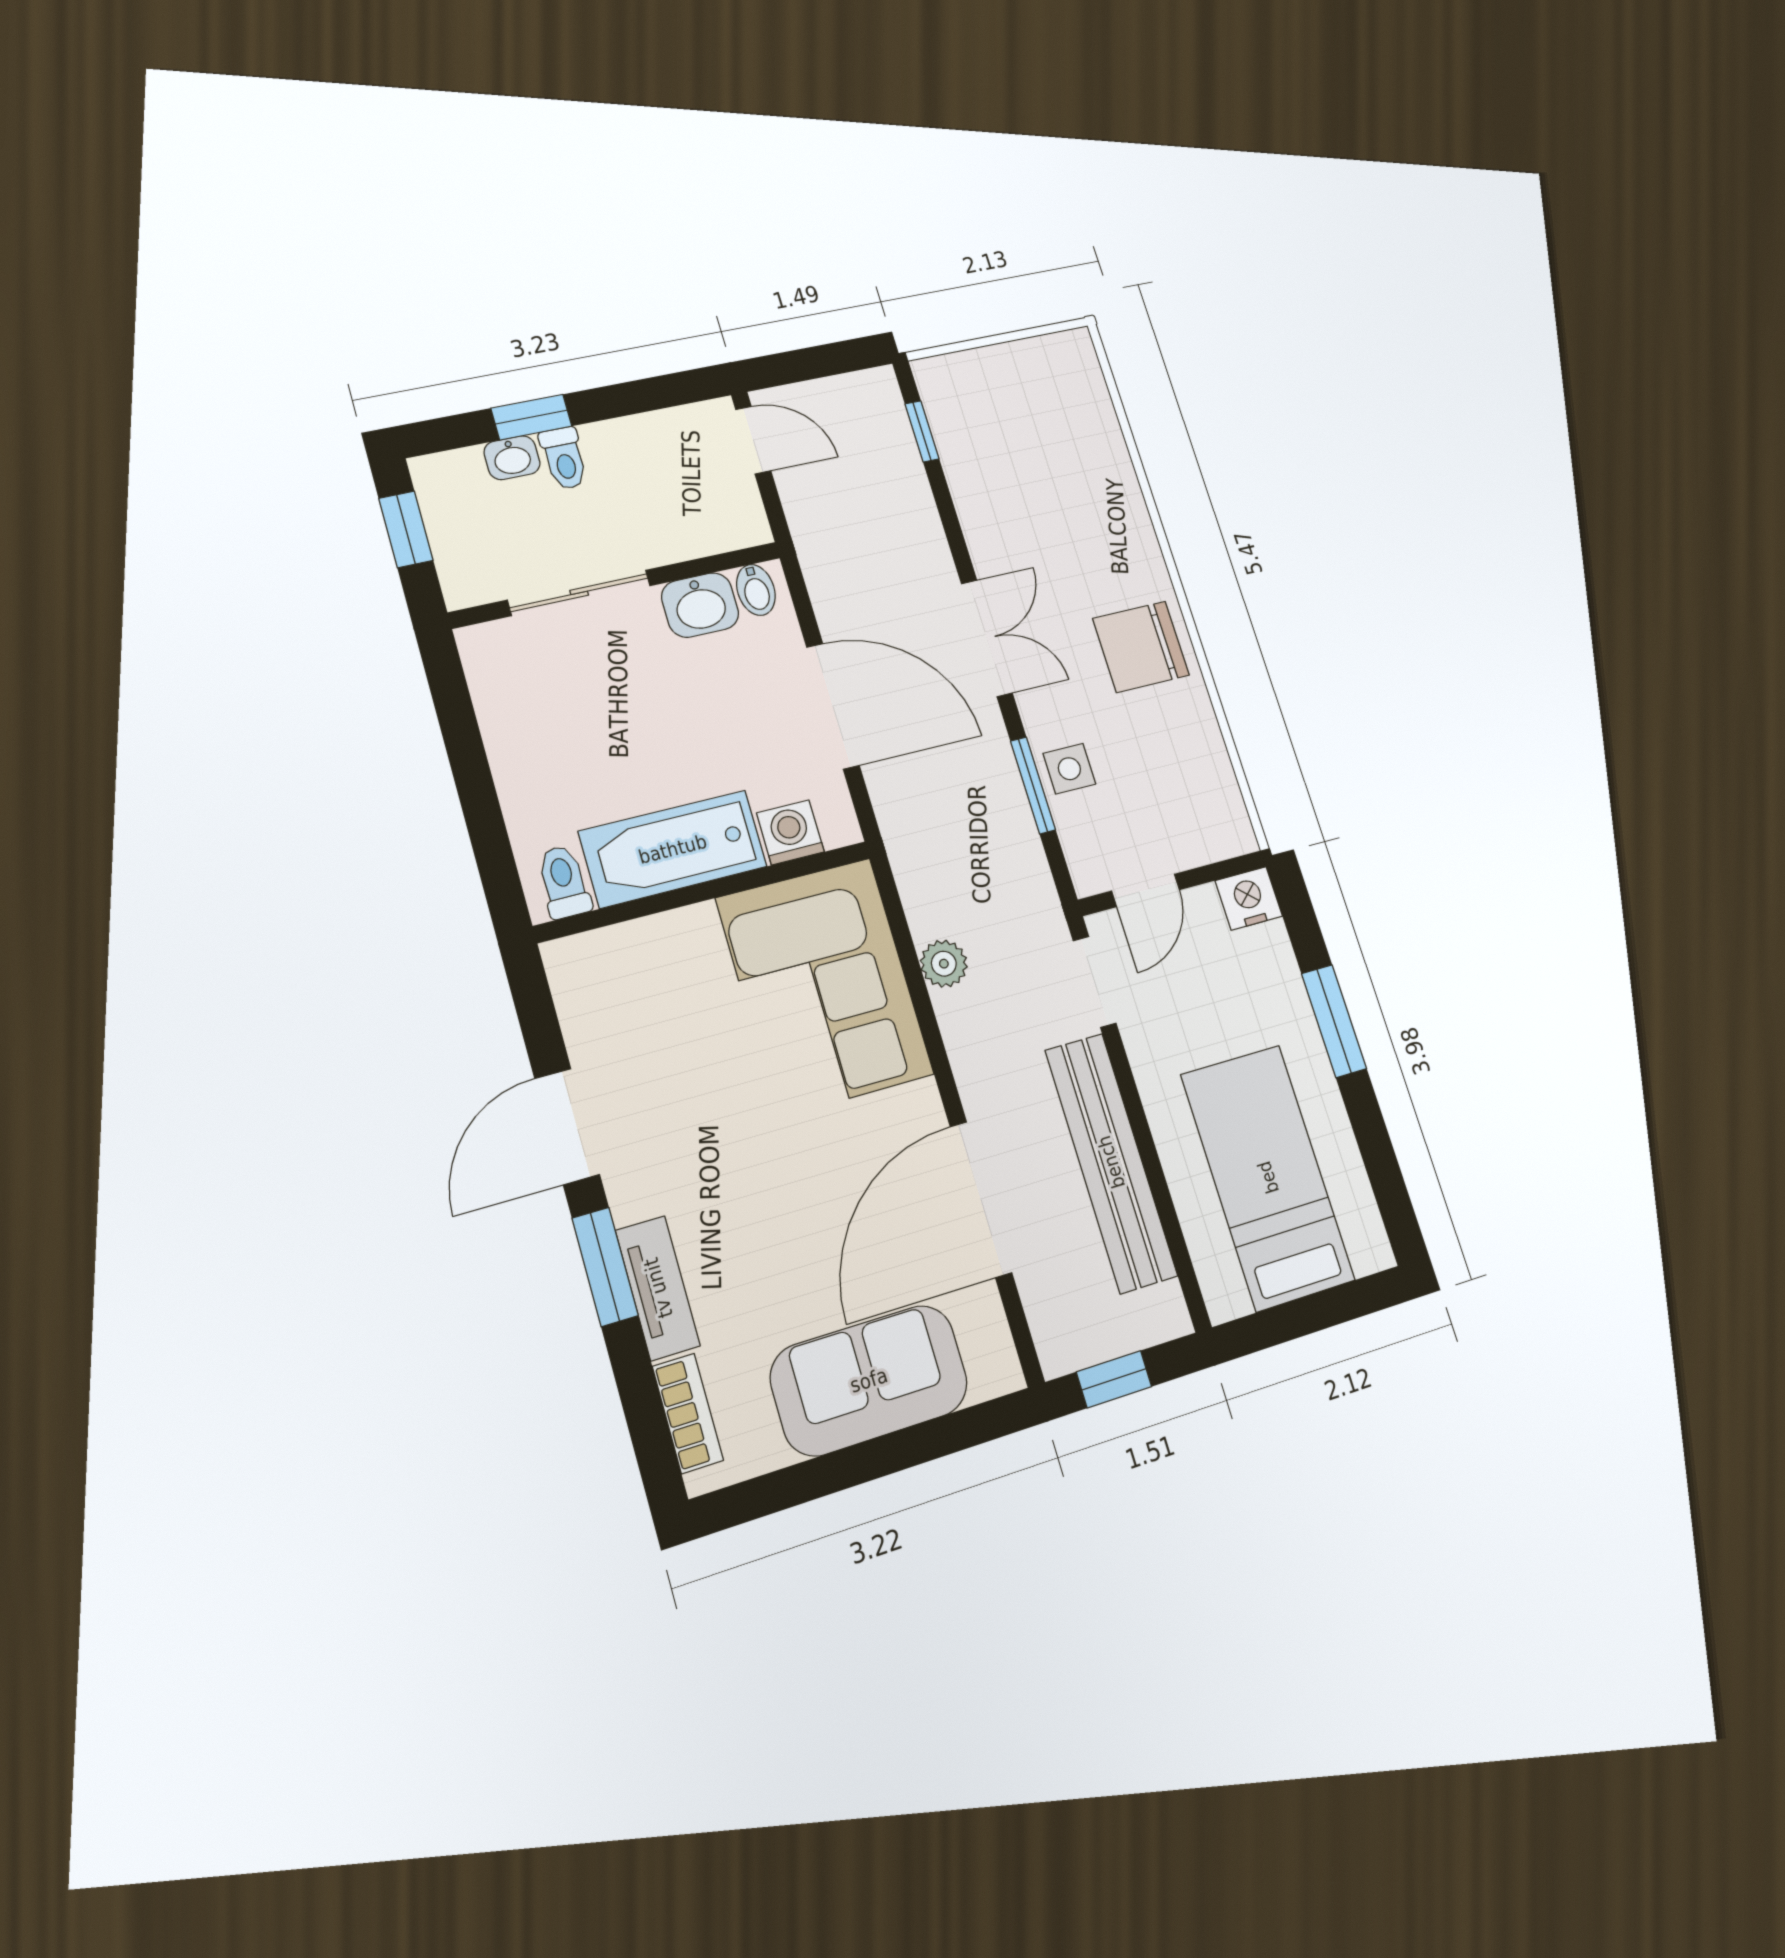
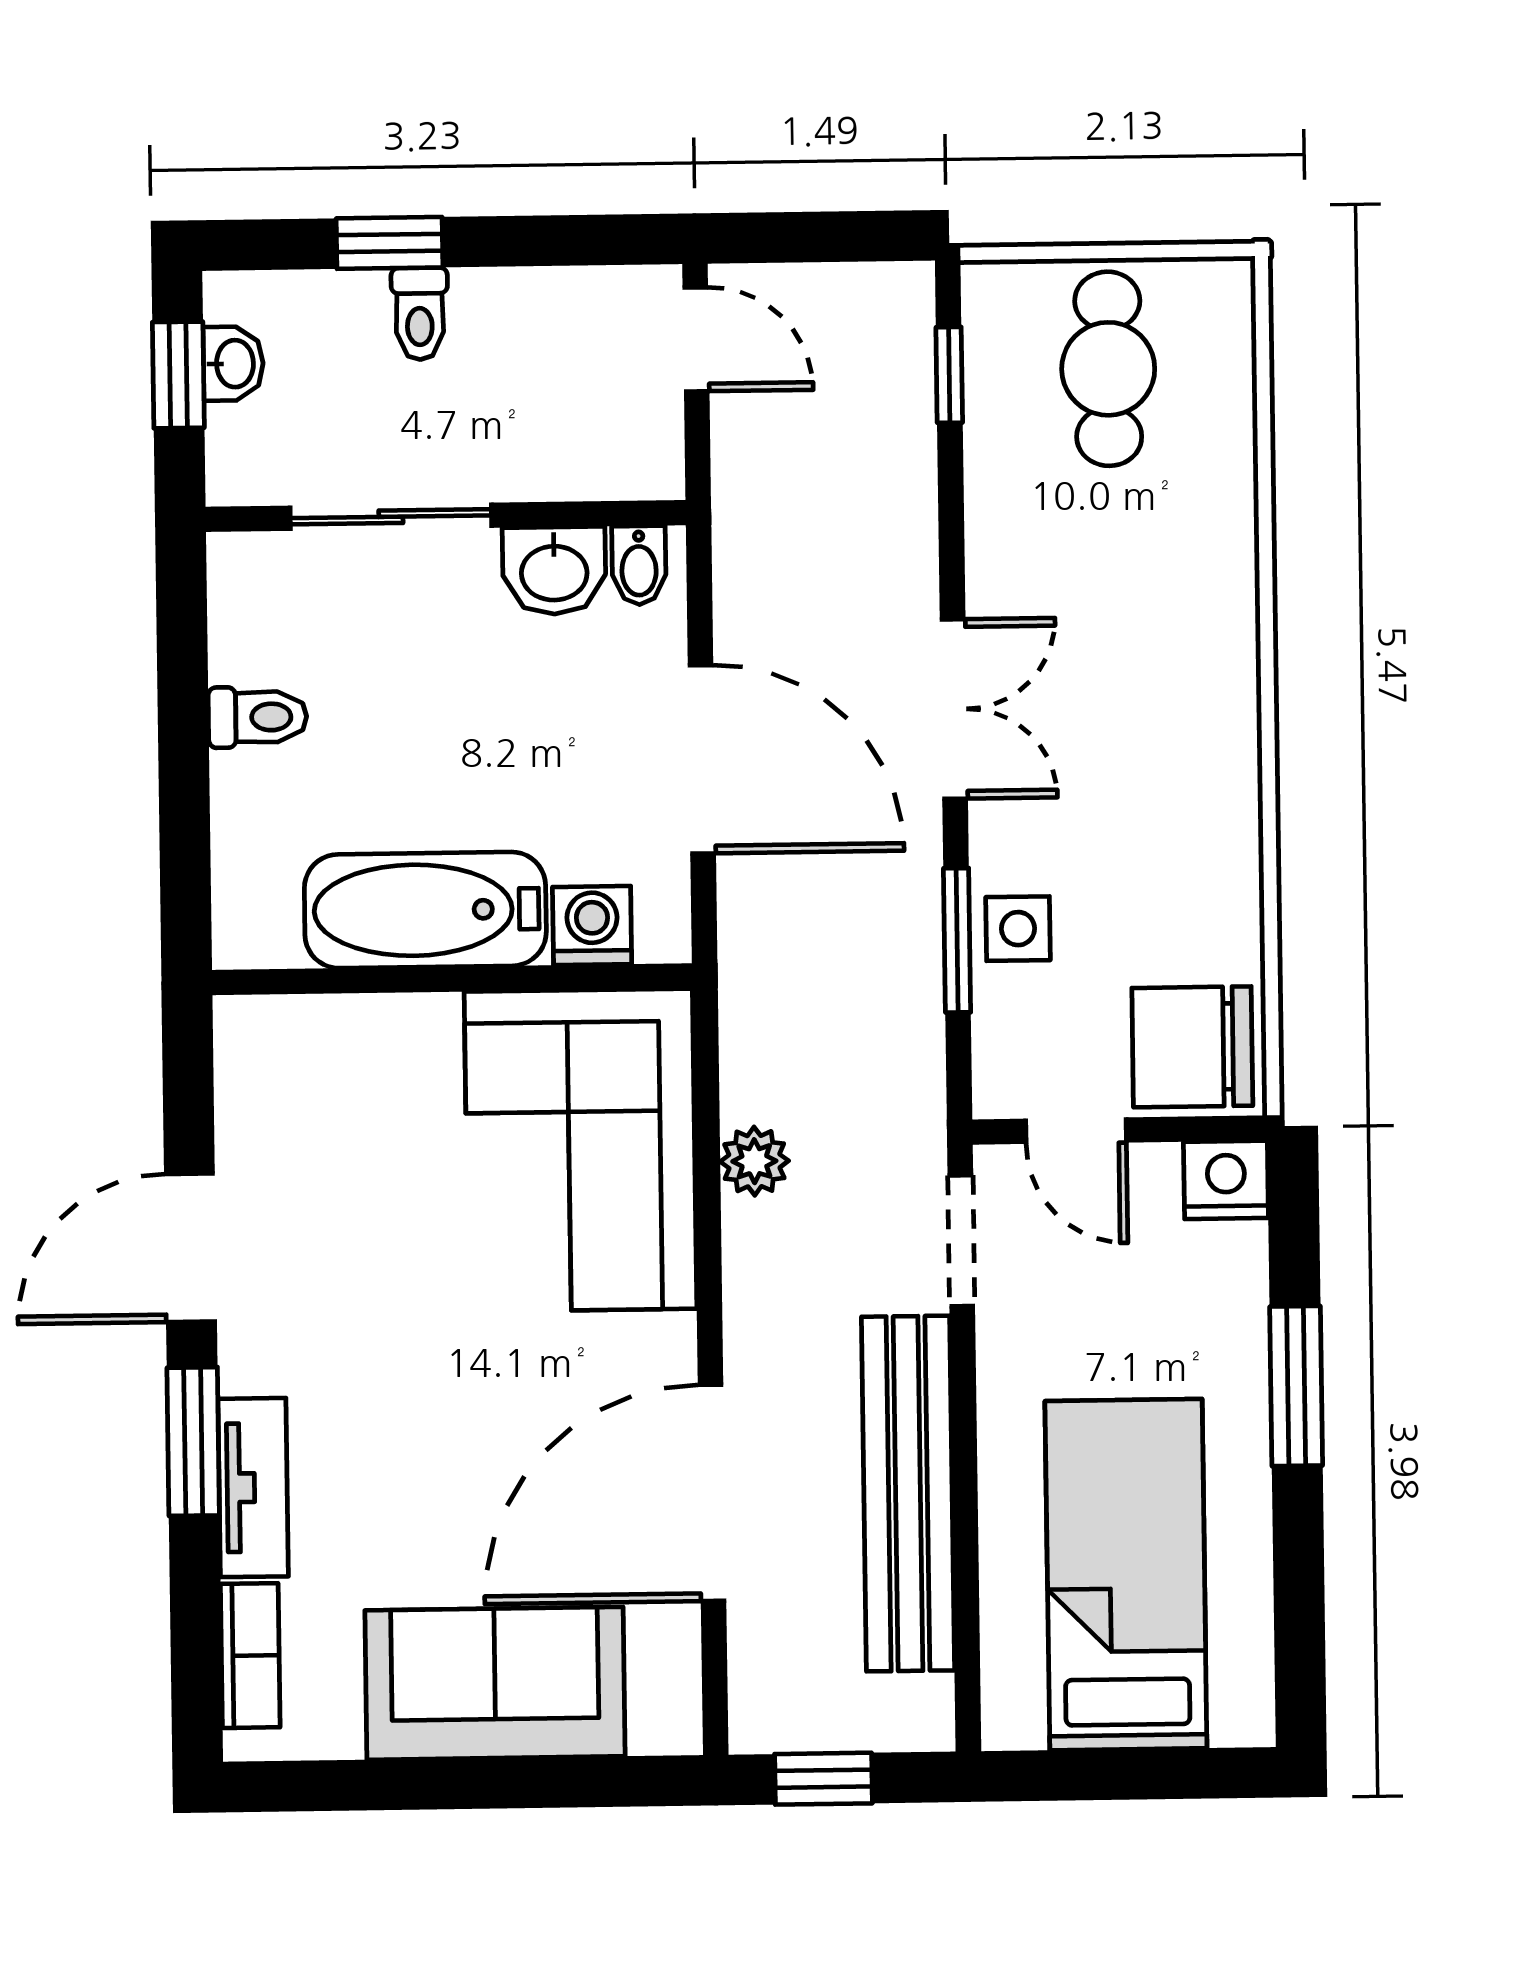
cafe table: (1020, 409) -> (1108, 369), added
washbasin: (512, 458) -> (233, 364), moved, turned -90
chair: (1141, 647) -> (1192, 1047), moved
toilet: (564, 882) -> (258, 717), moved, turned 90
door: (1146, 890) -> (1076, 1131), hinge flipped

